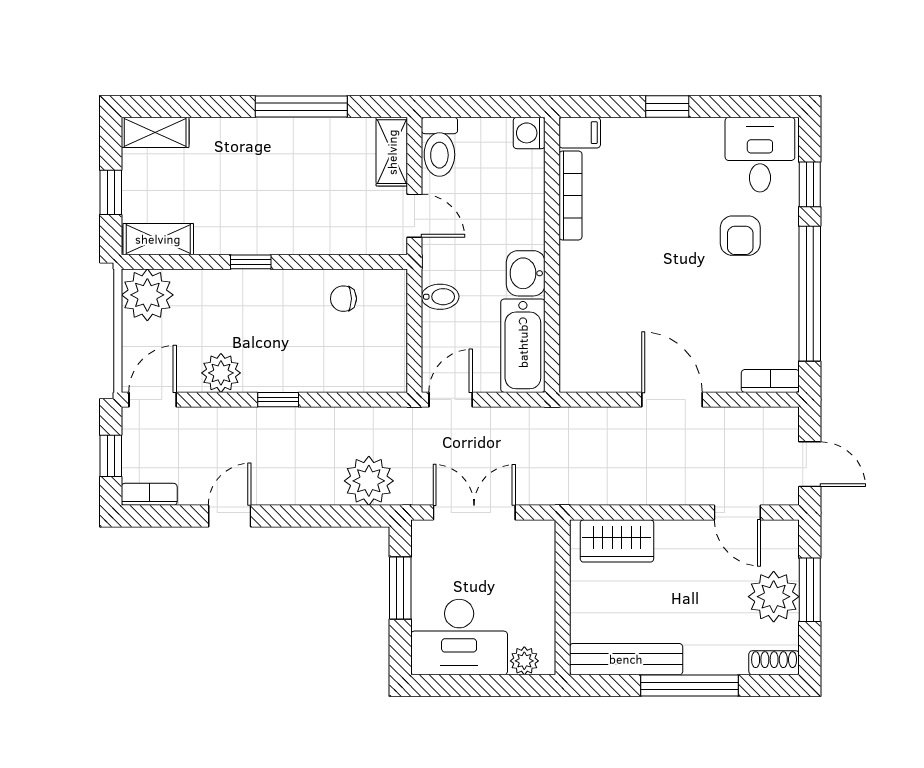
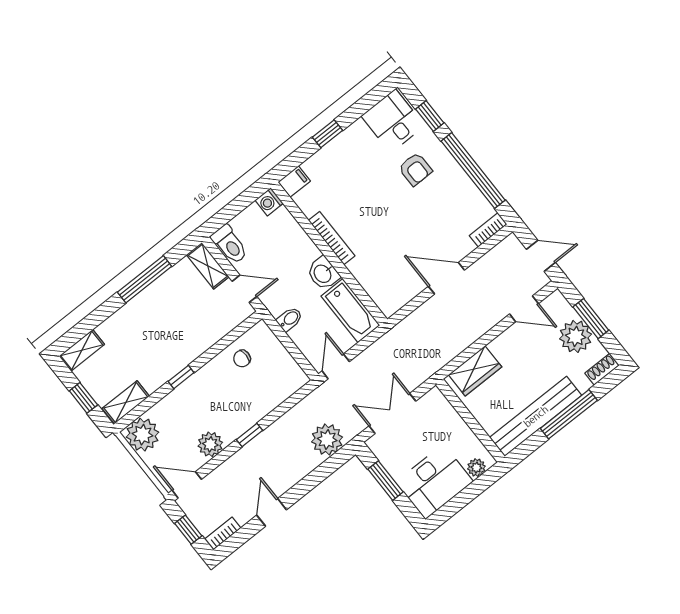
bookcase: (571, 196) -> (332, 238), moved
door: (153, 400) -> (187, 485), hinge flipped
bench: (626, 659) -> (536, 416), width x1.37, depth x1.21

